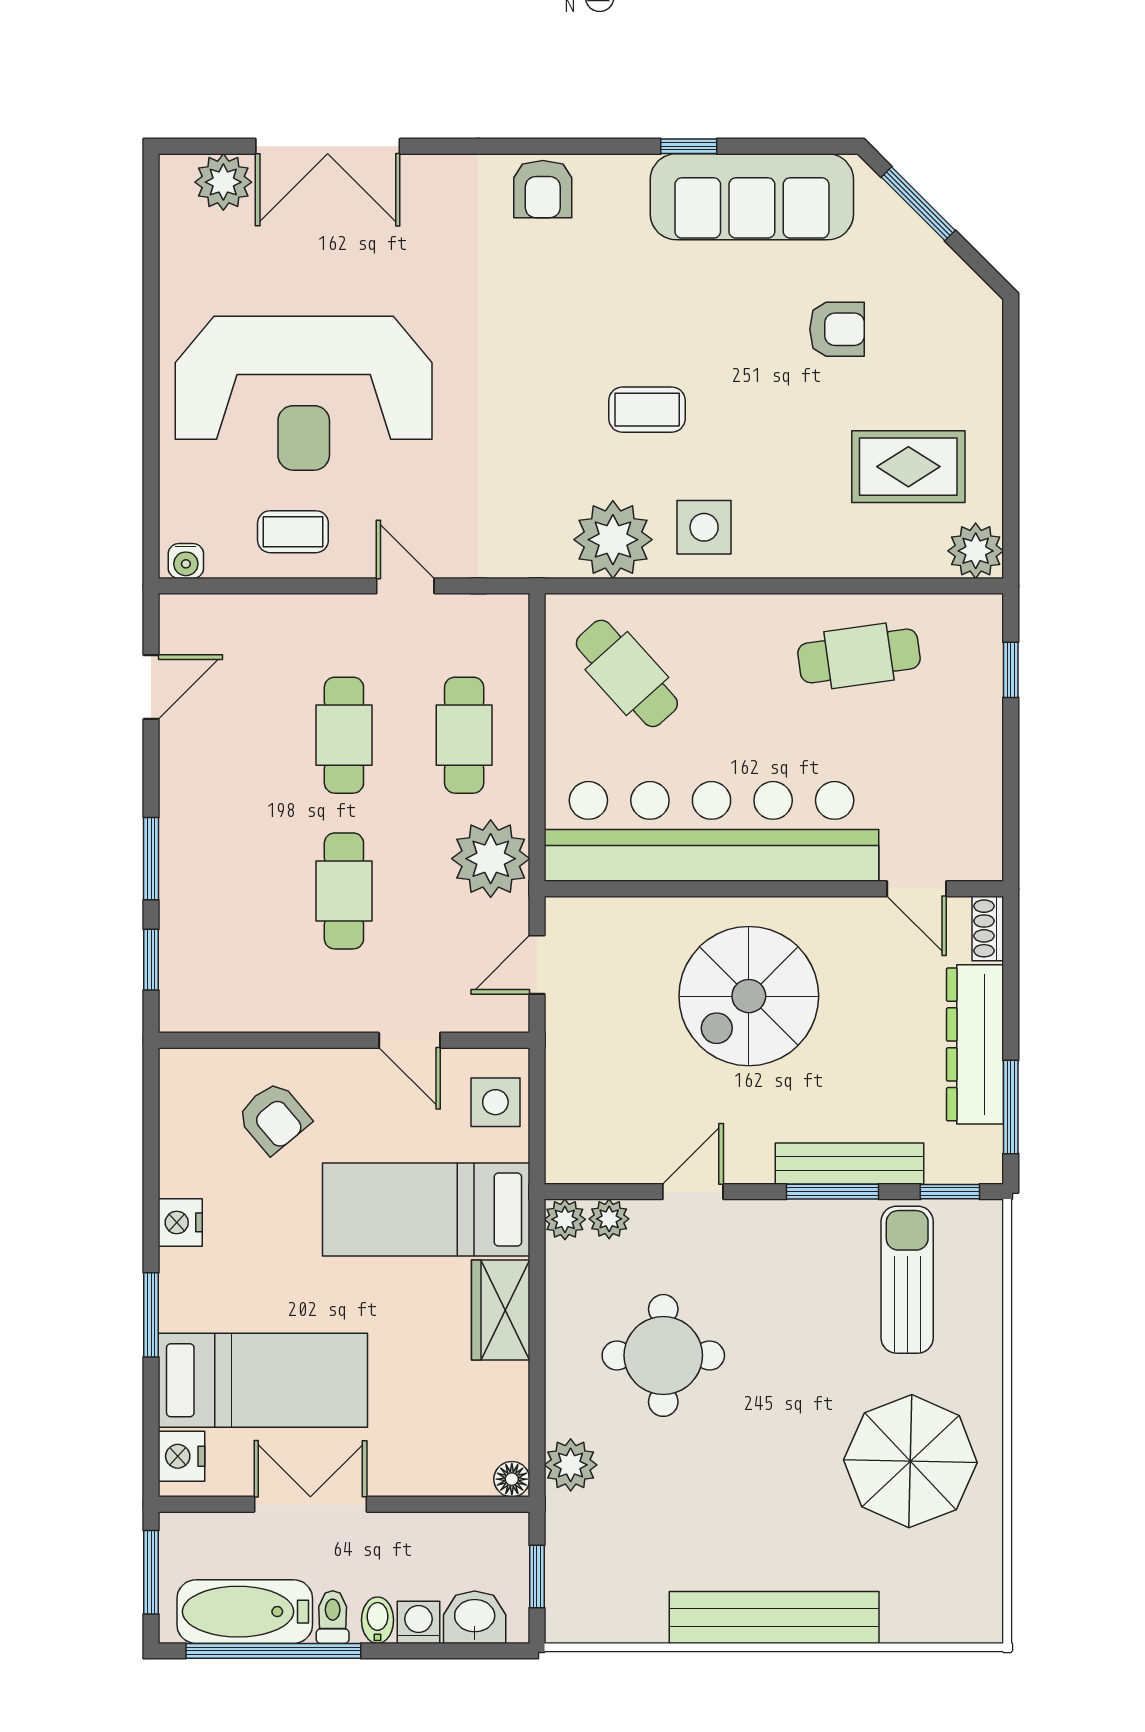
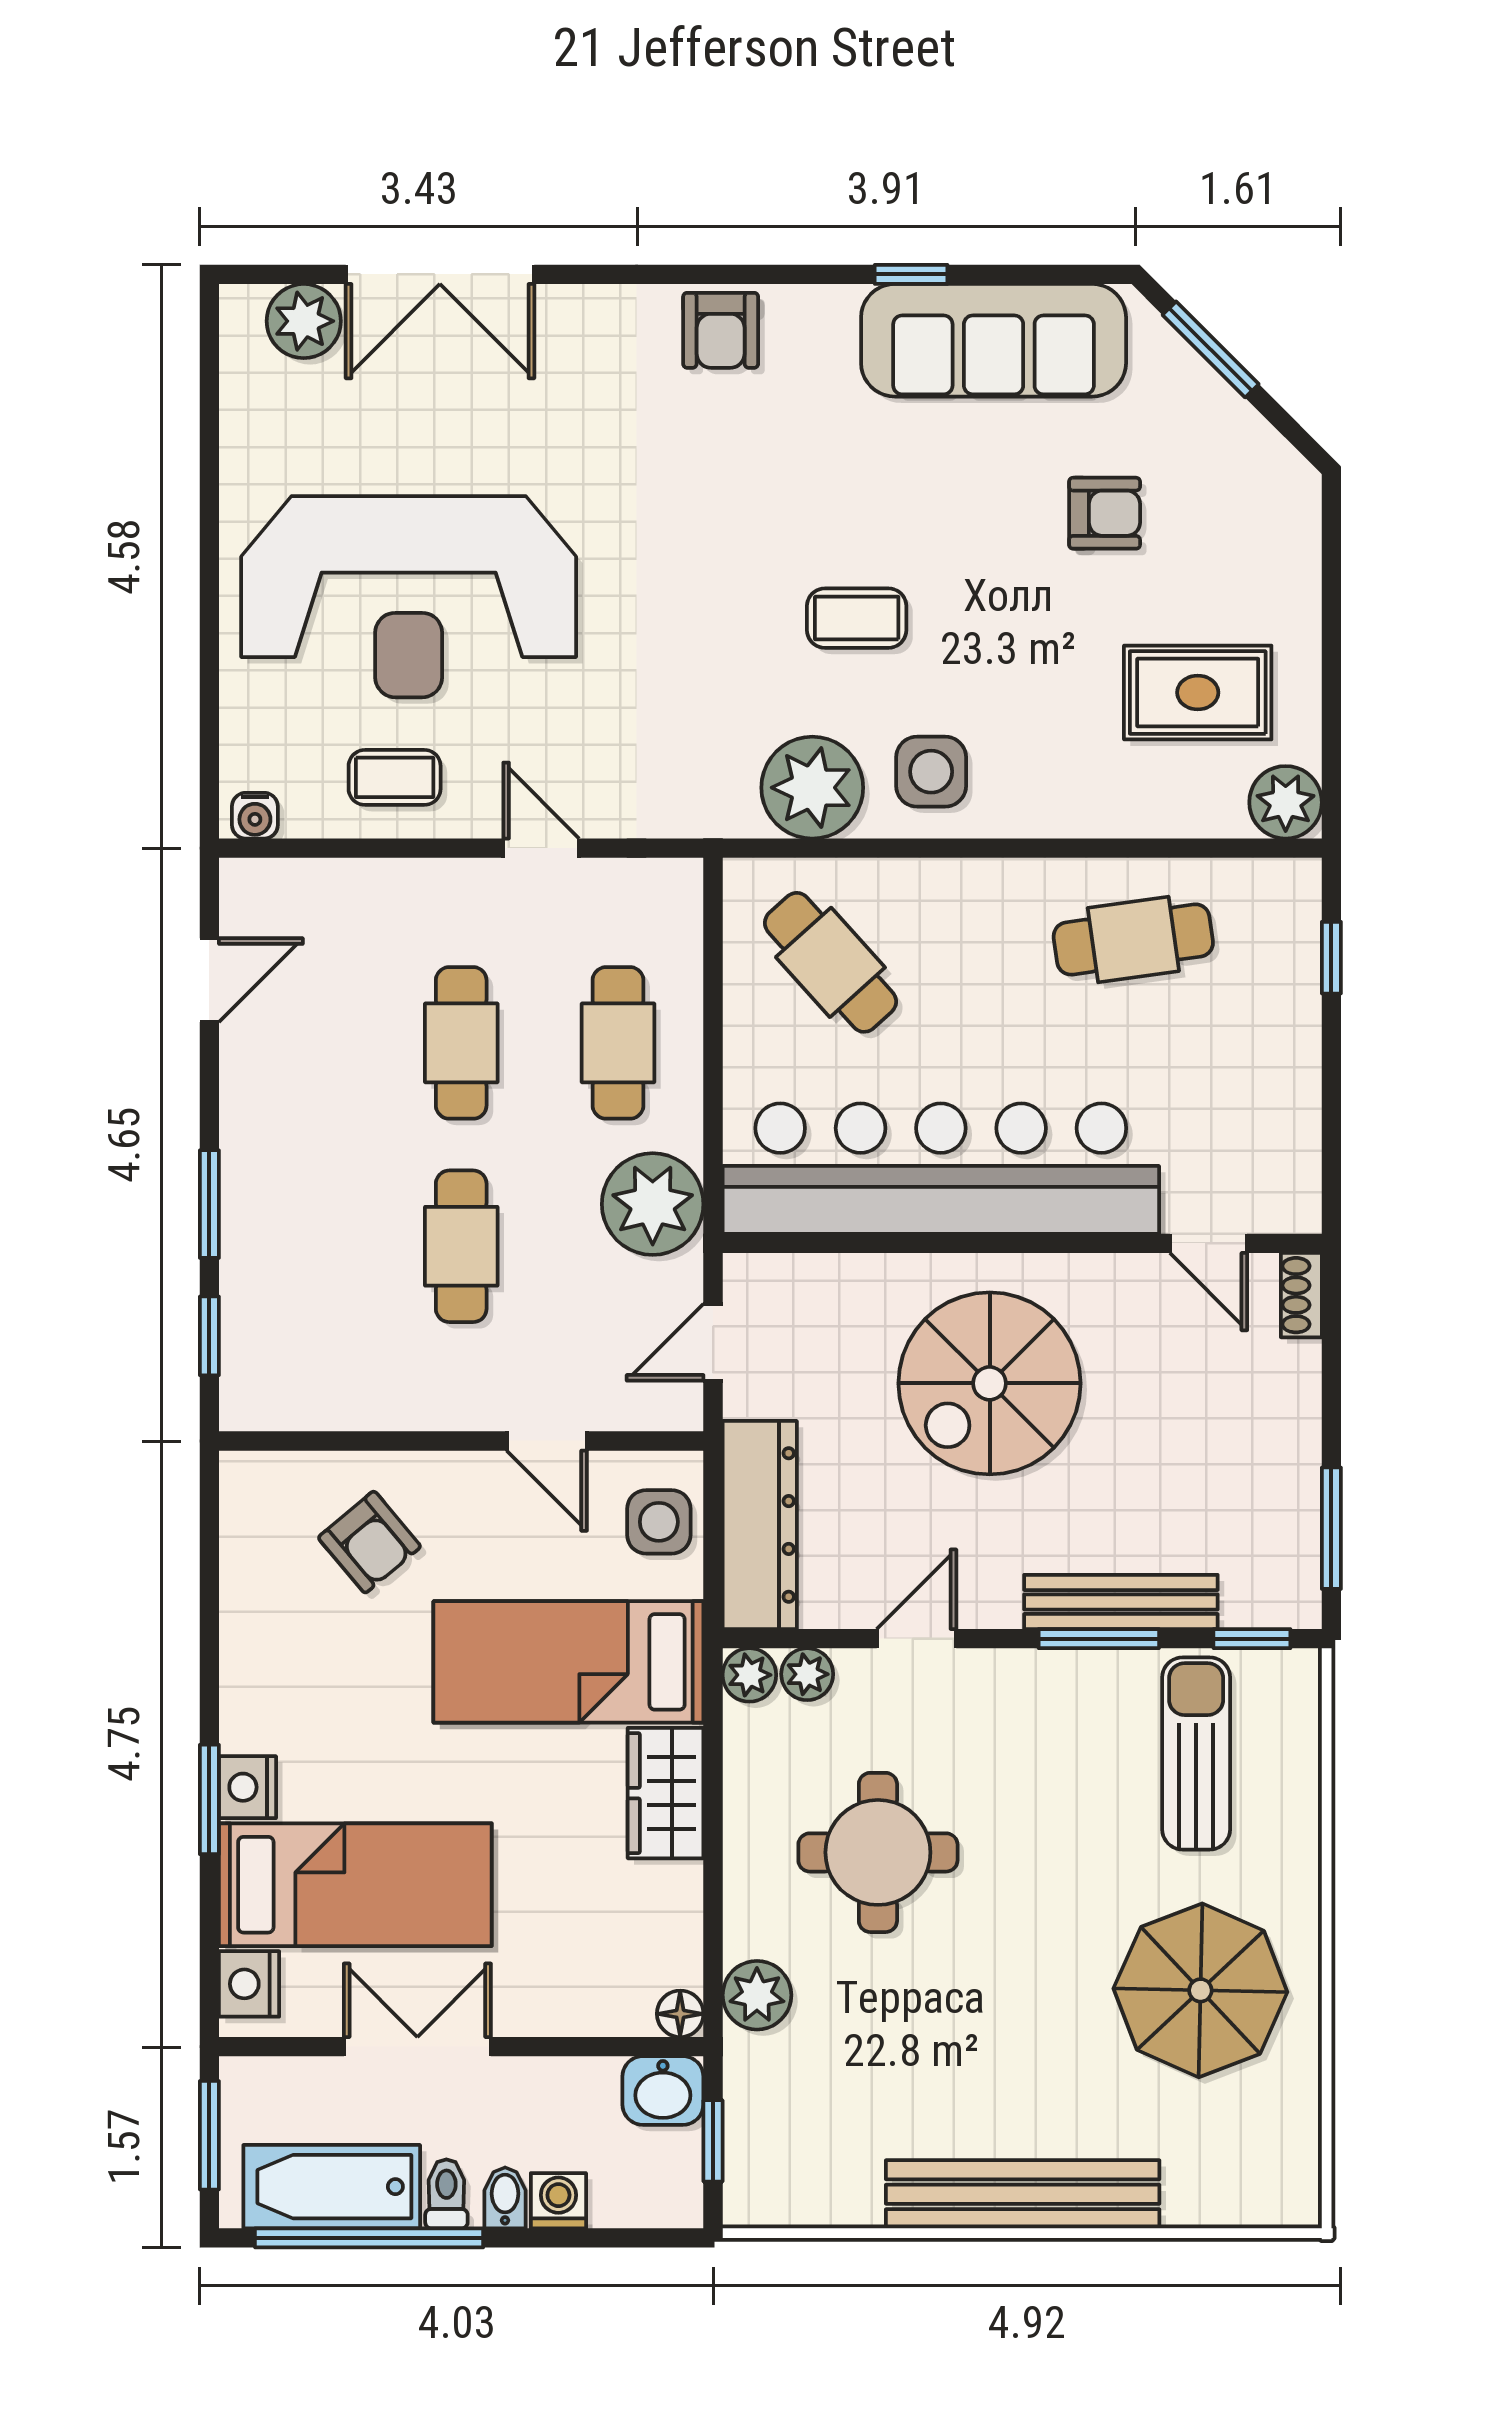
dresser: (975, 1044) -> (760, 1525), moved, turned 180
nightstand: (180, 1222) -> (248, 1787), moved
washbasin: (475, 1617) -> (663, 2090), moved, turned 180

